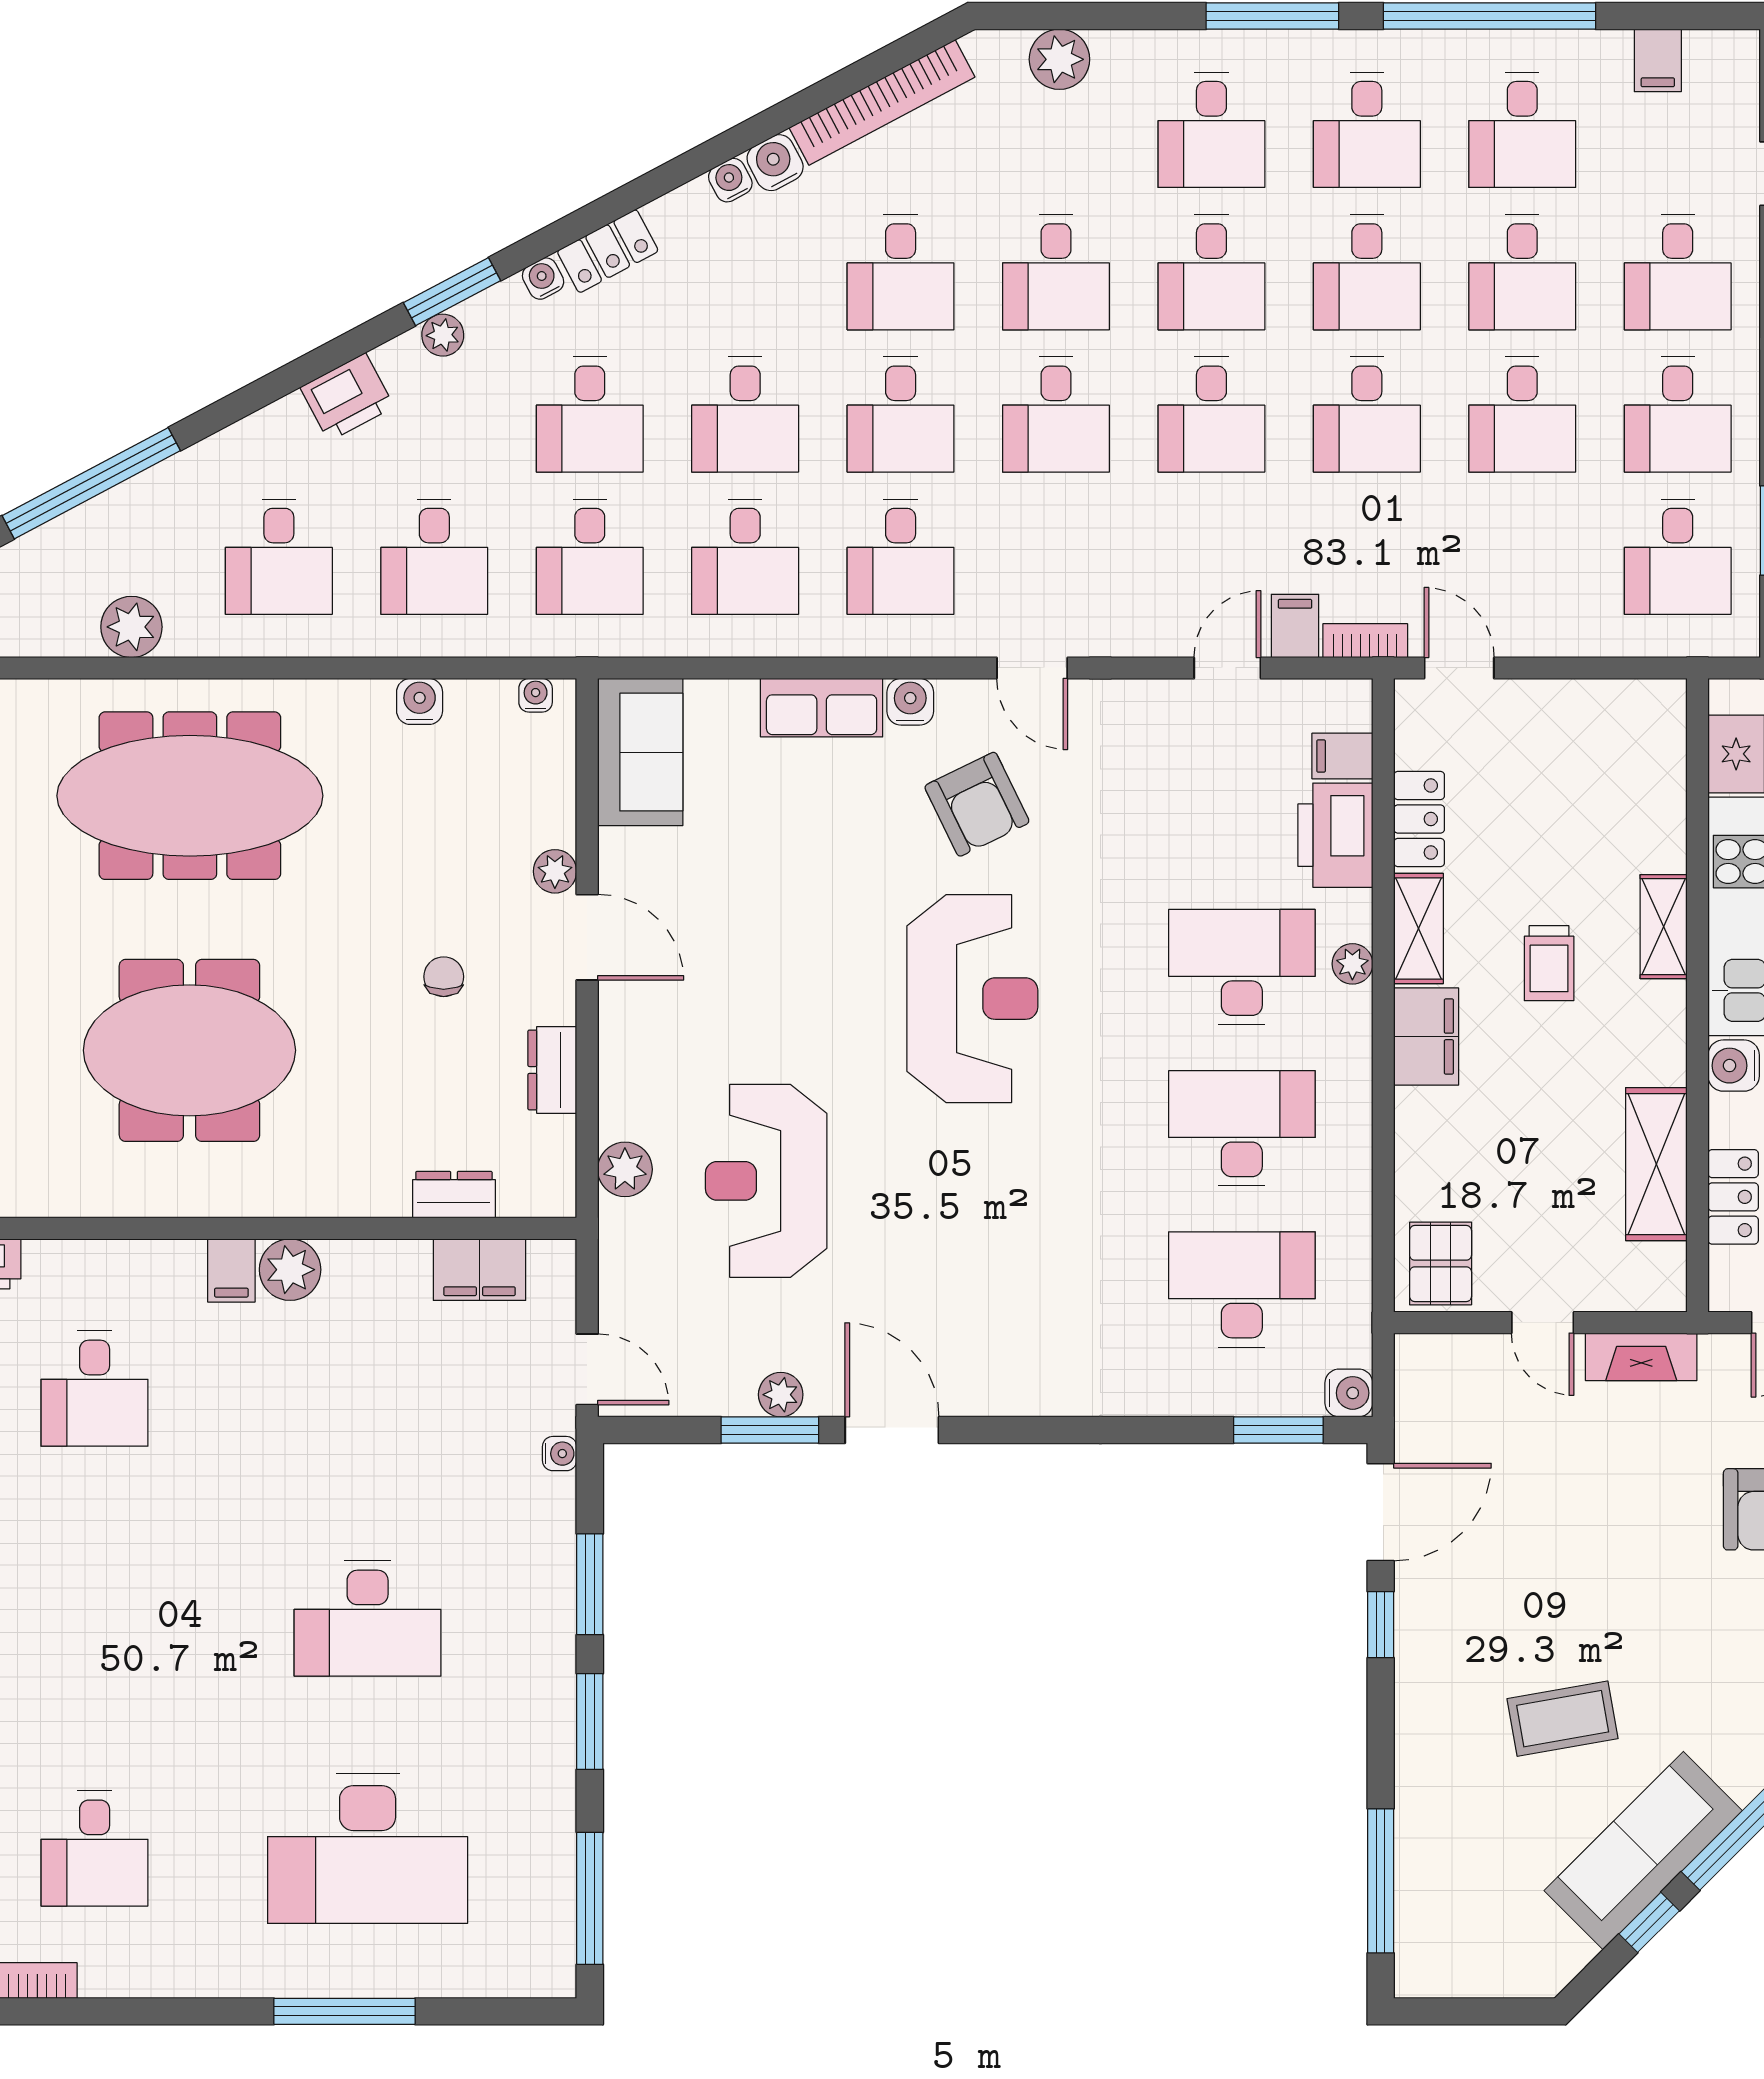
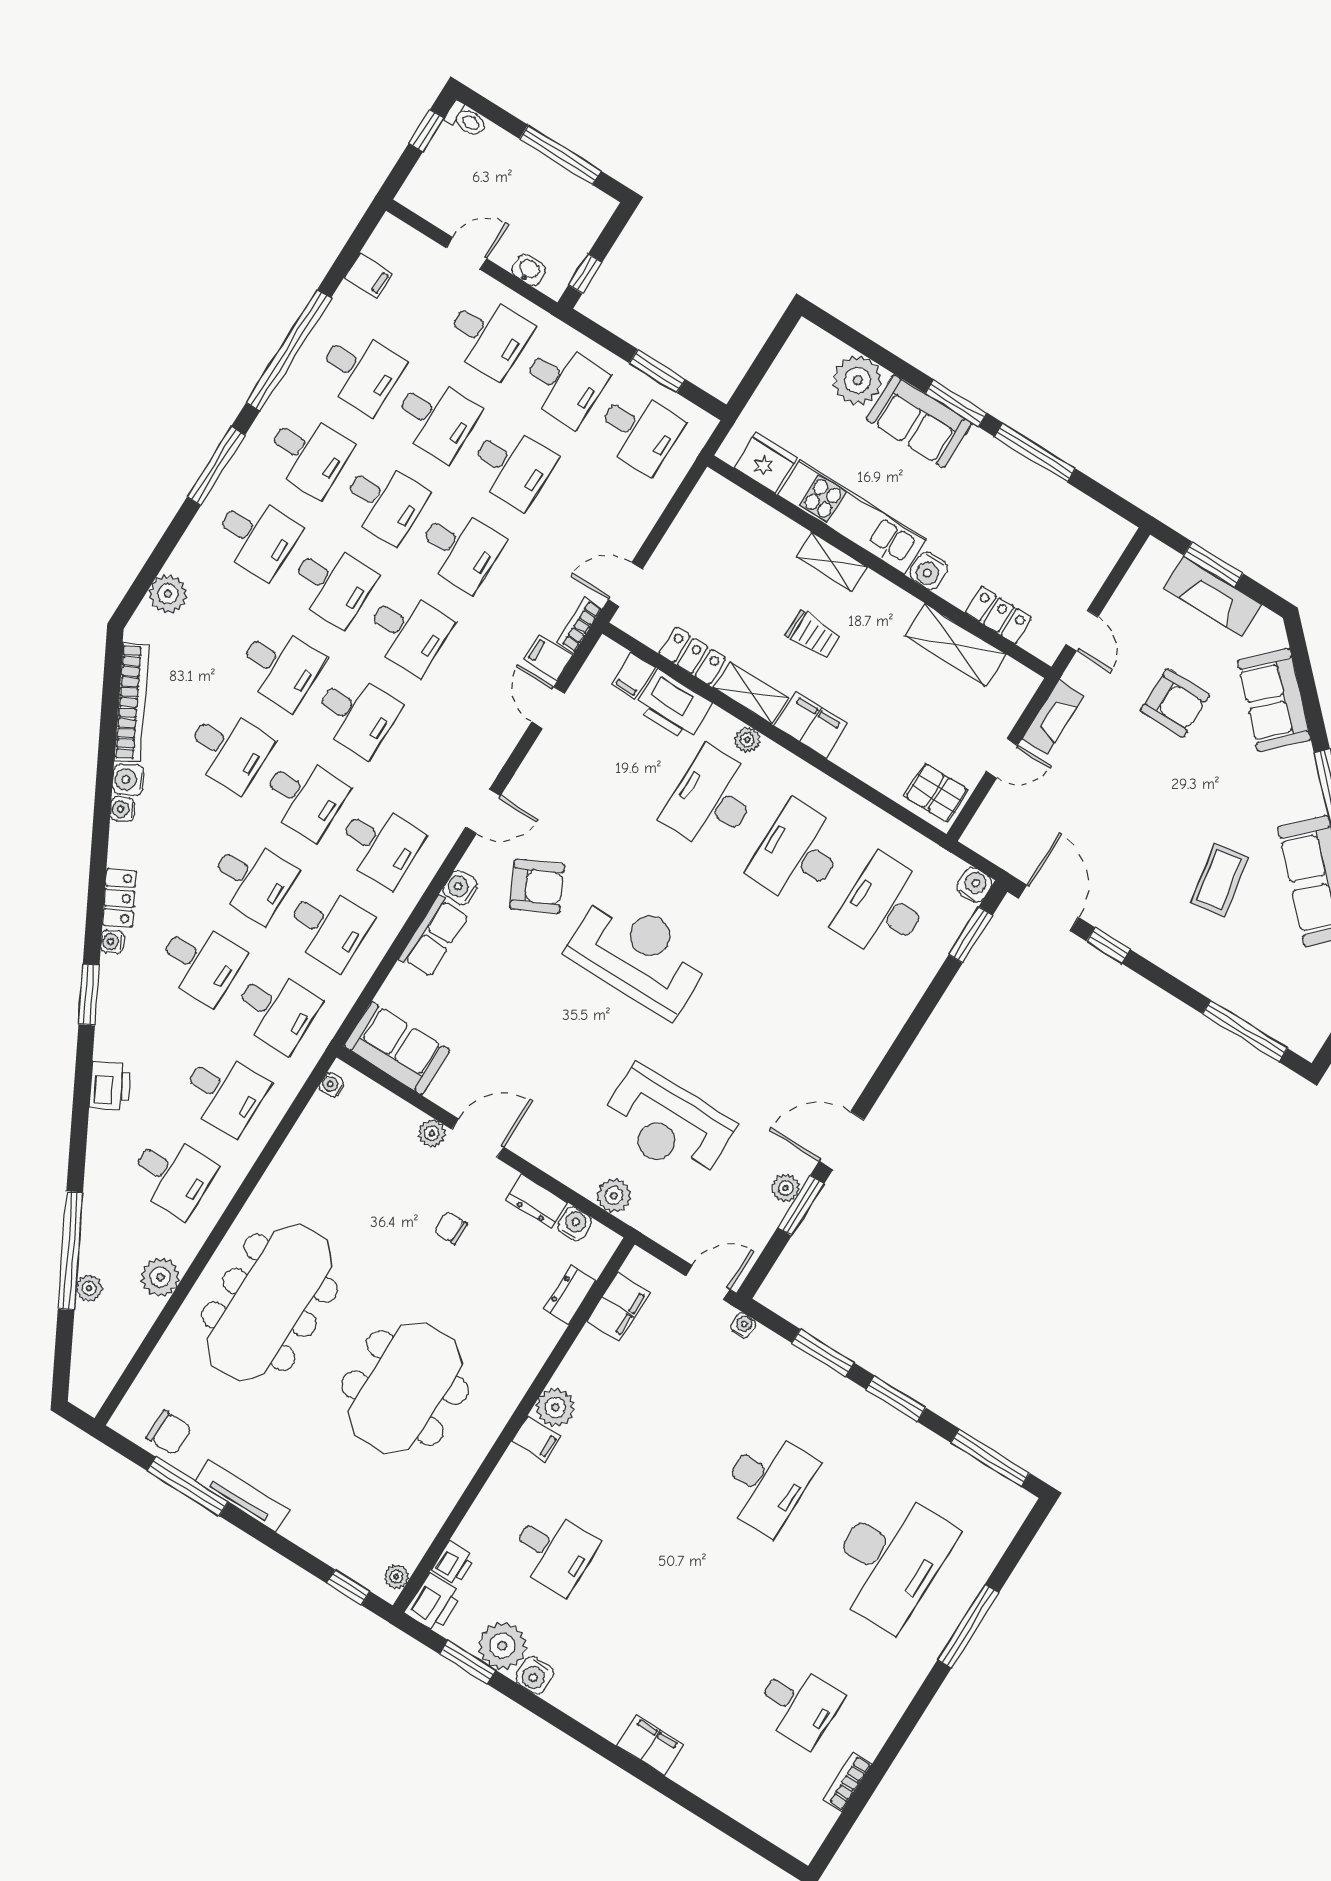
plant: (443, 335) -> (89, 1288), moved
water cooler: (420, 701) -> (575, 1224), moved, turned 90

